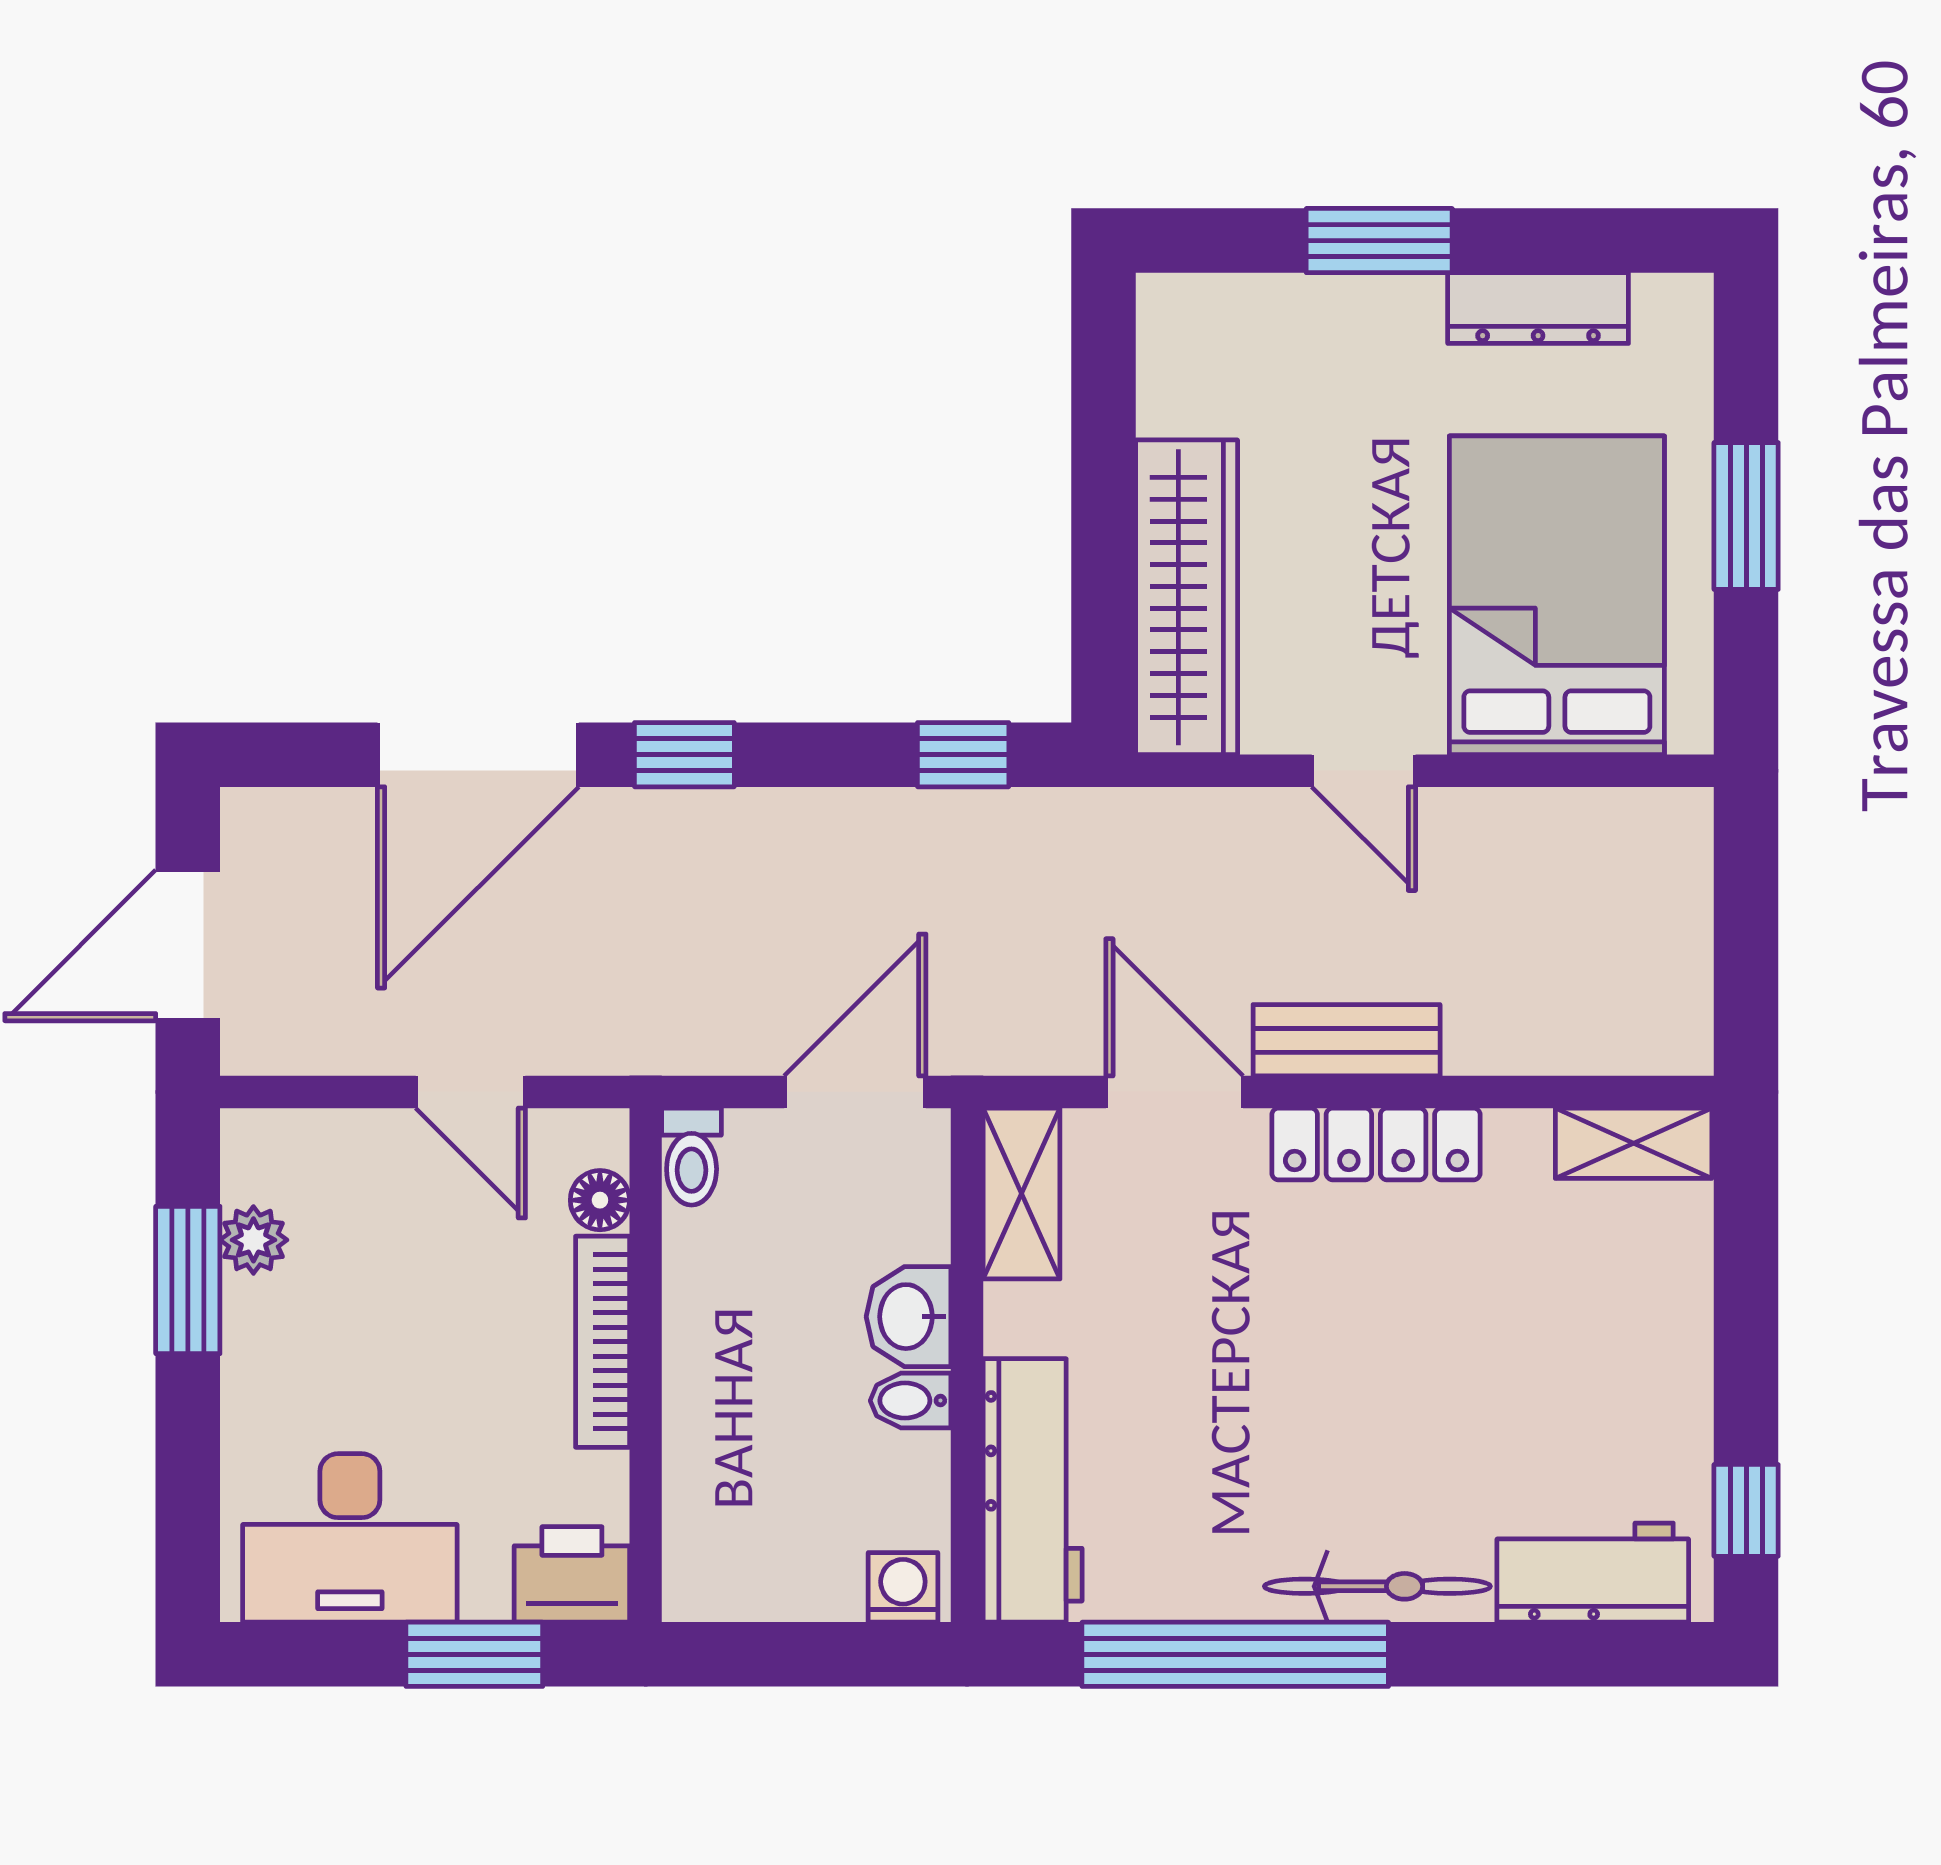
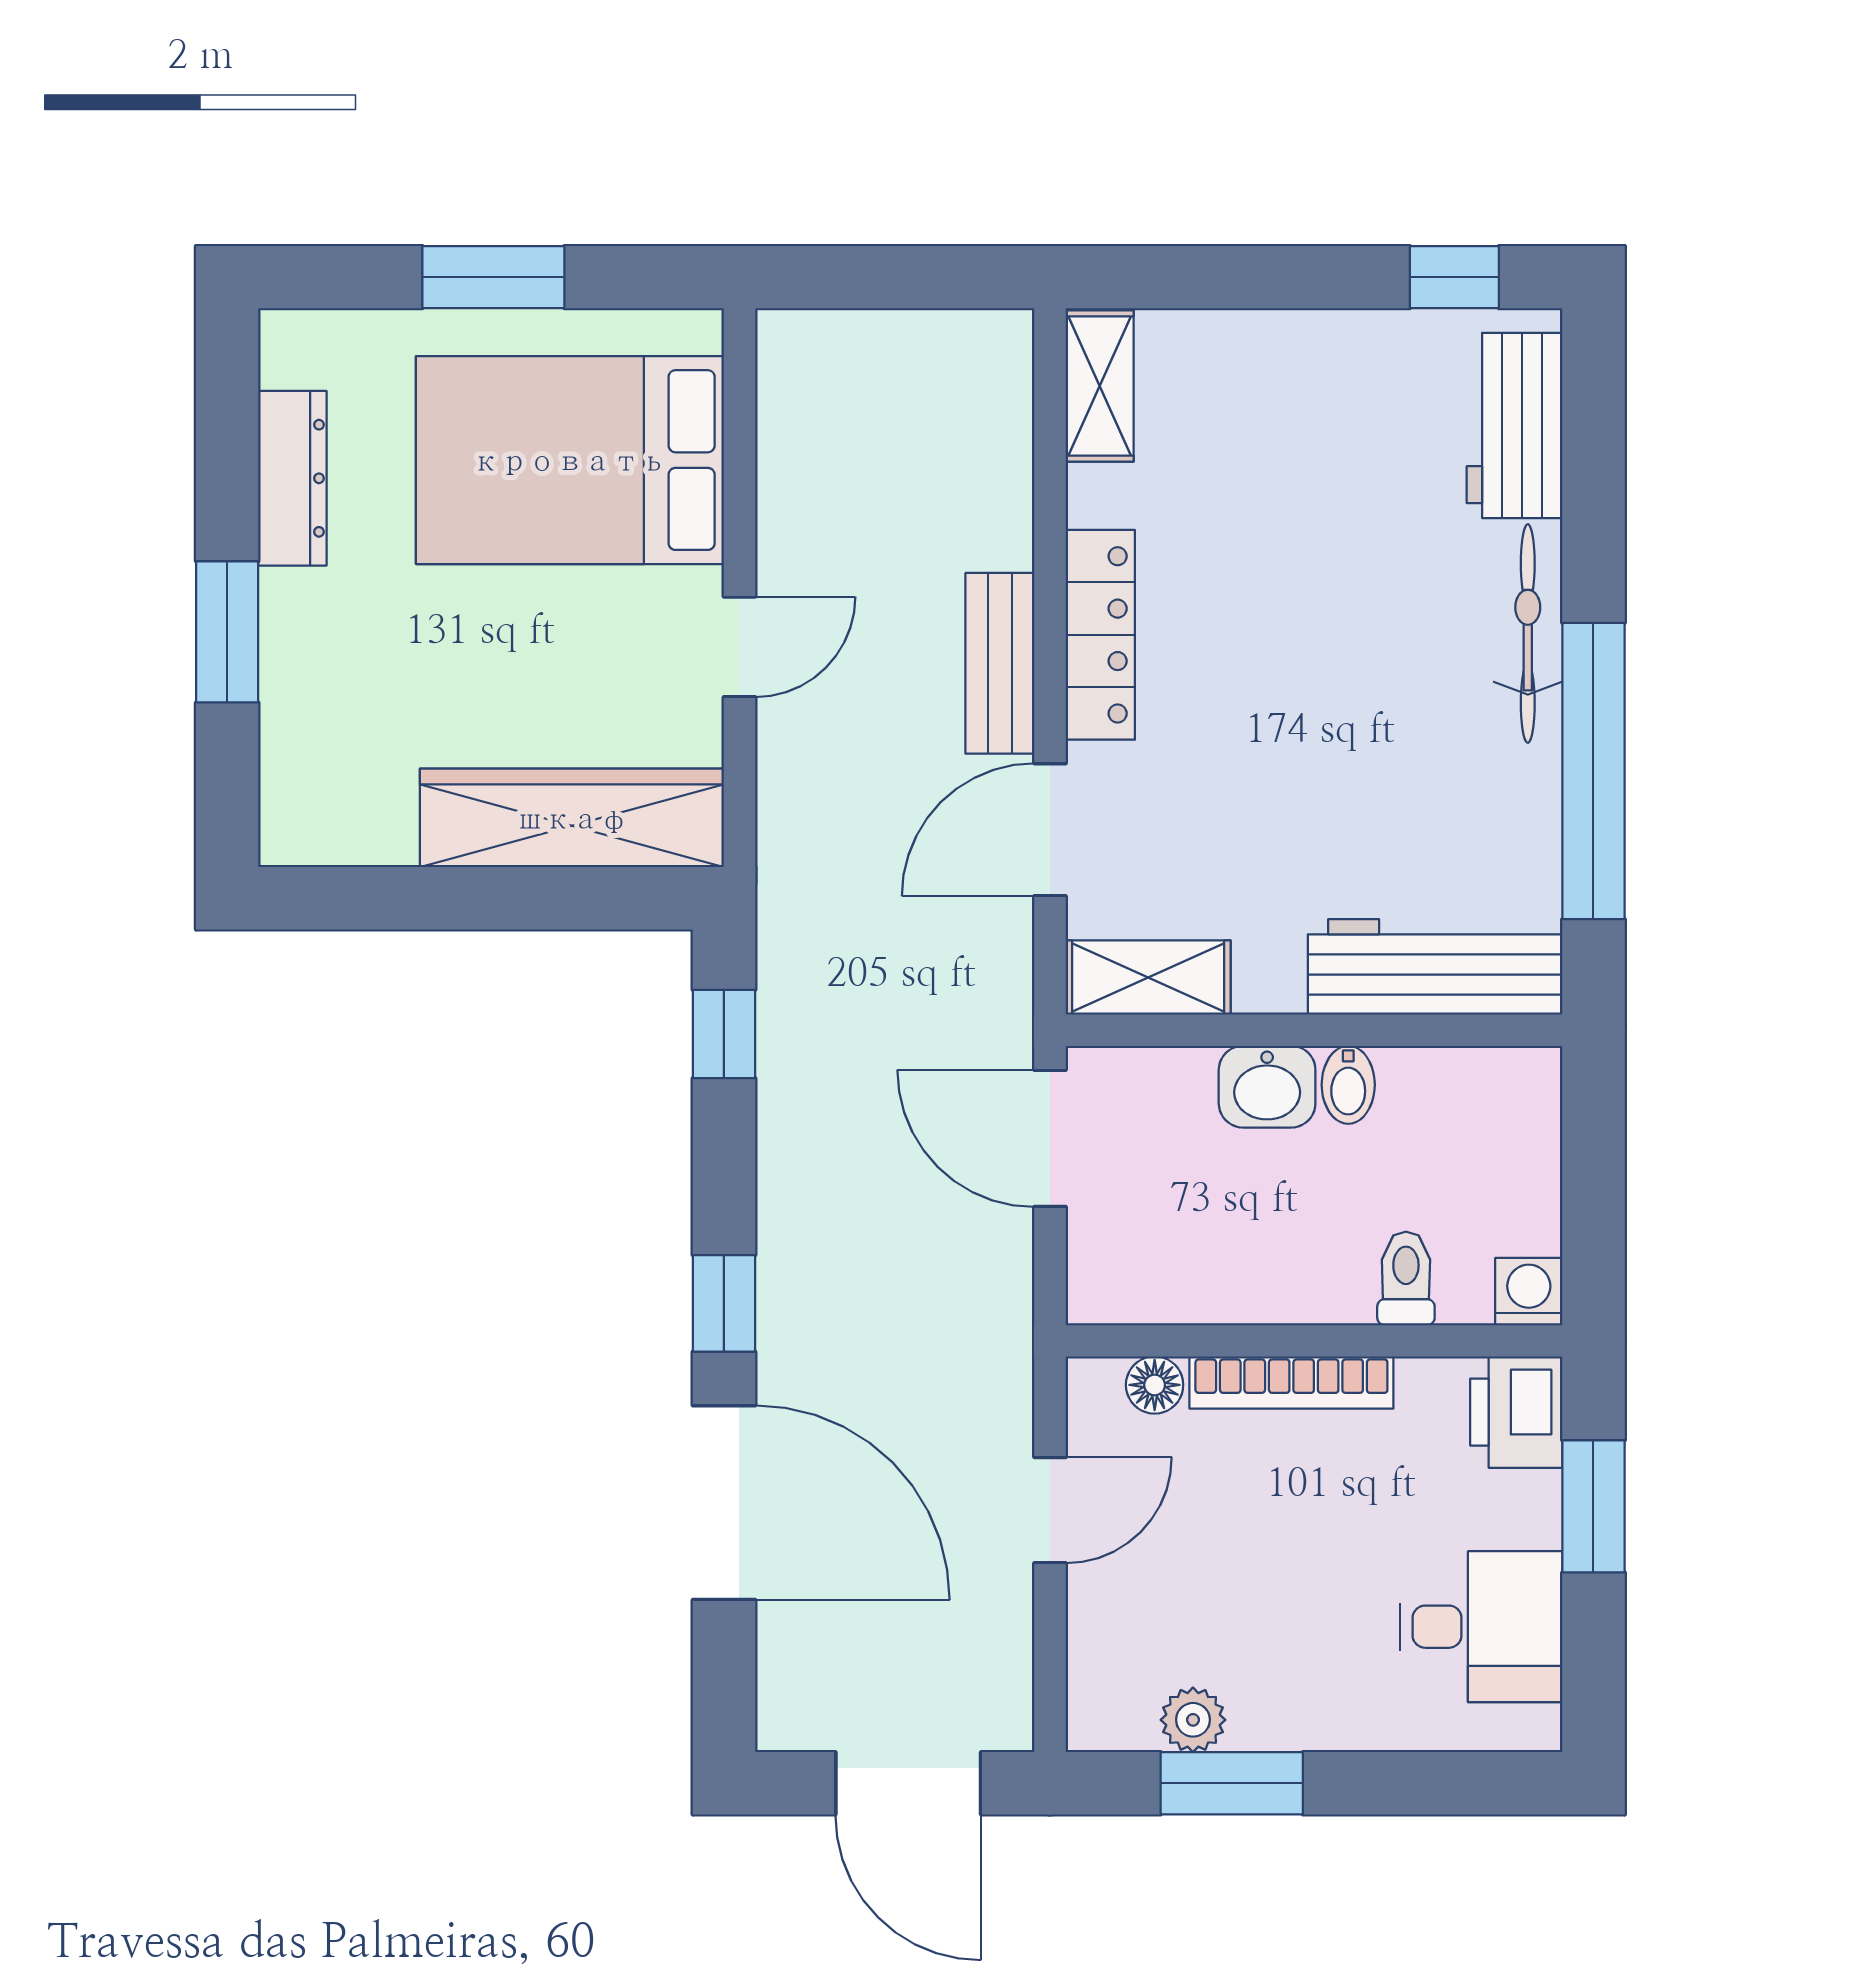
toilet: (692, 1157) -> (1406, 1278), moved, turned -90
desk: (350, 1538) -> (1481, 1627), width x0.73
washing machine: (903, 1587) -> (1529, 1292), moved, turned 90

